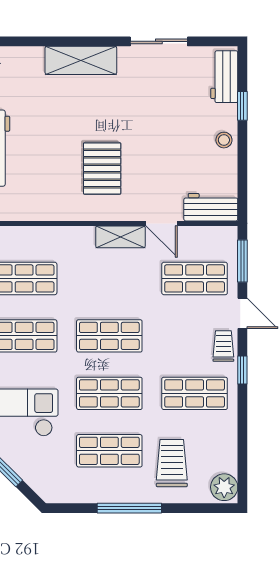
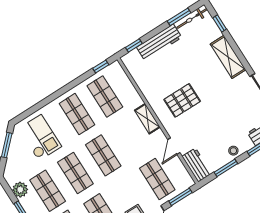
window: (24, 41) -> (220, 23), added
window: (242, 167) -> (226, 168), added
shelving: (120, 237) -> (147, 119), moved
plant: (82, 490) -> (20, 190), added

